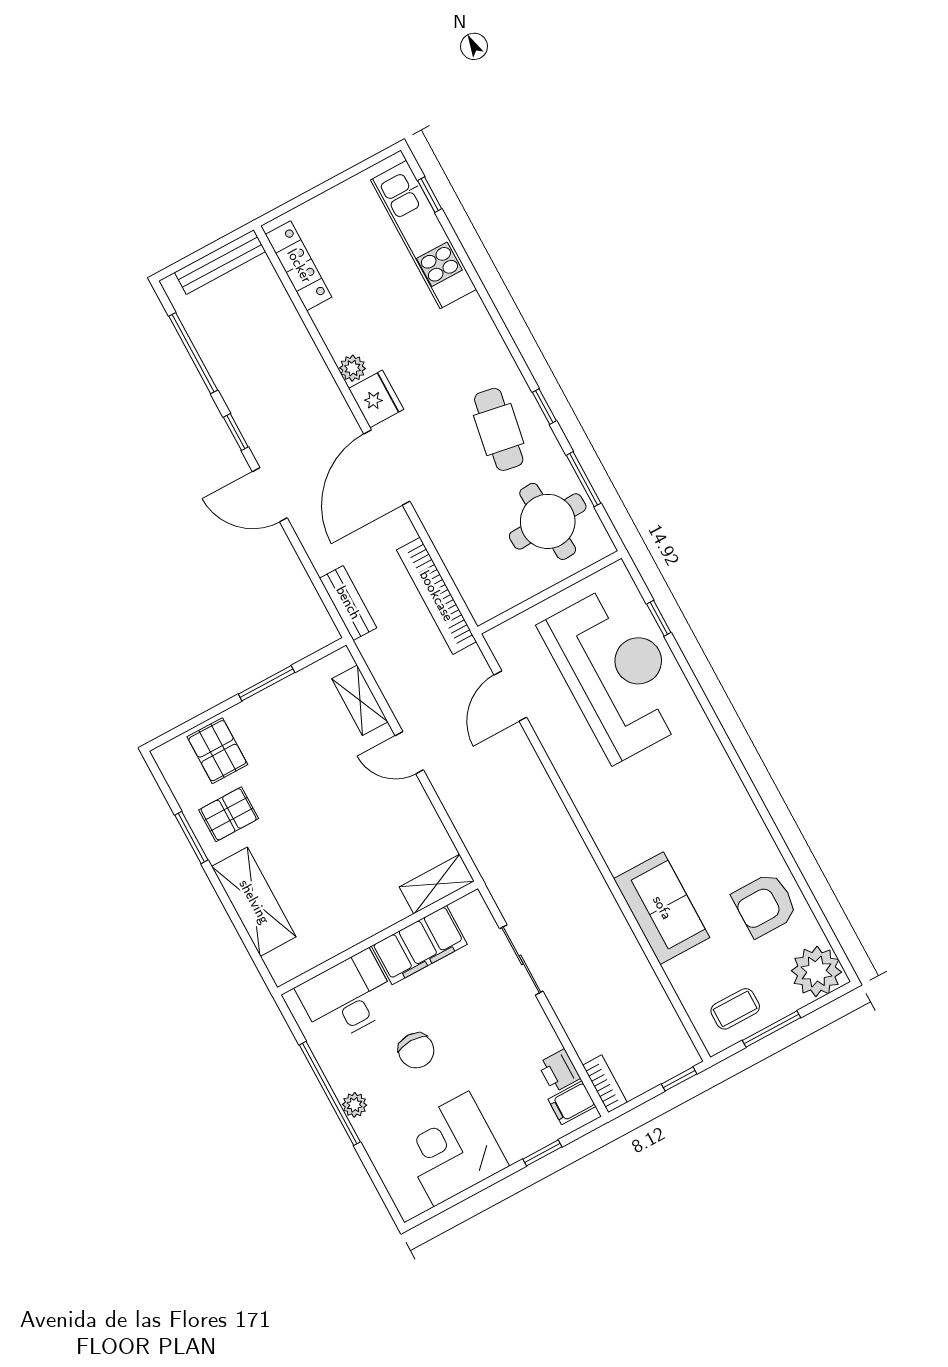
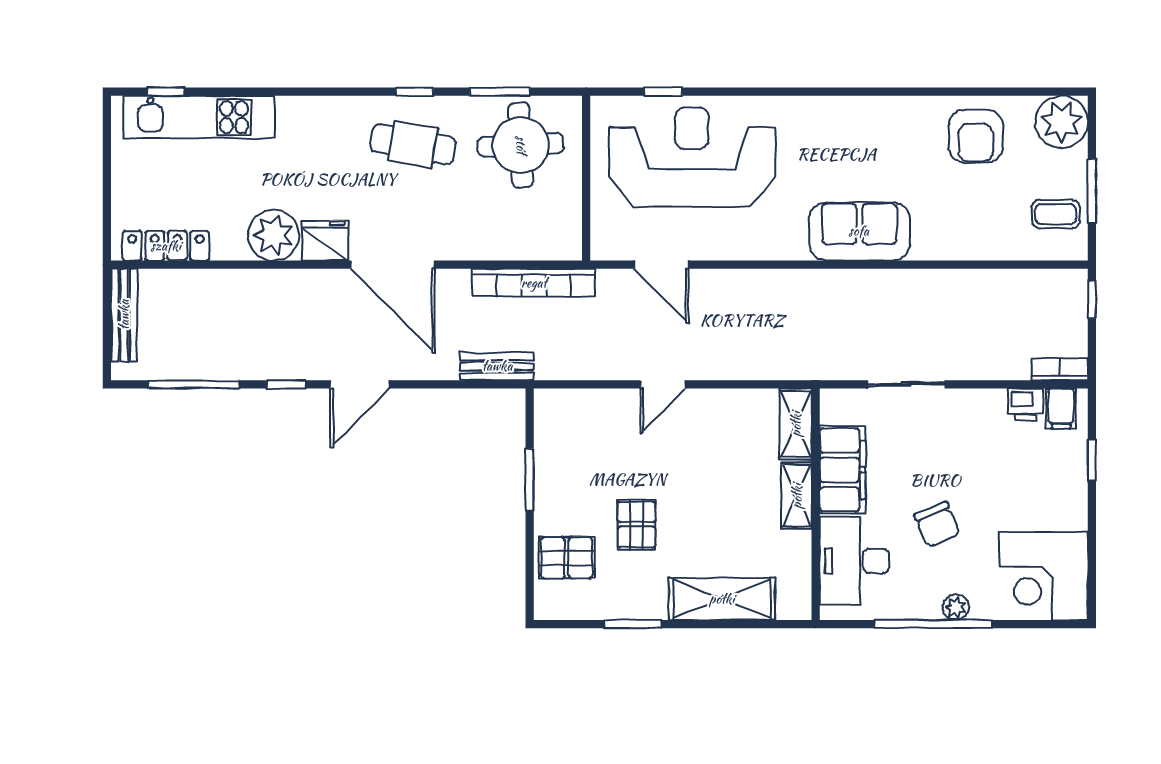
plant: (352, 368) -> (274, 235), width x1.88, depth x1.88
shelving: (360, 700) -> (797, 496), moved, turned 90
pallet: (229, 814) -> (636, 524), moved
sofa: (662, 908) -> (859, 231), moved
coffee table: (735, 1009) -> (1056, 214), turned 90
chair: (416, 1051) -> (937, 524), turned 68
corner desk: (451, 1149) -> (1044, 576), moved

